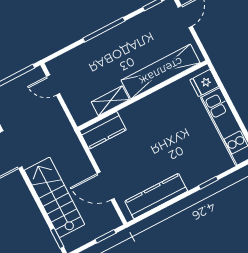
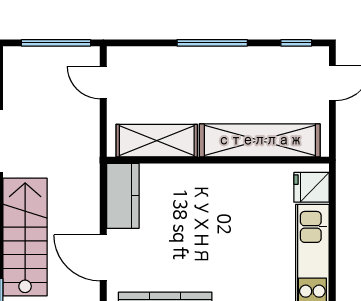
shelving: (110, 101) -> (157, 141), width x1.50, depth x1.33
kitchen counter: (103, 130) -> (123, 196), moved, turned -90

